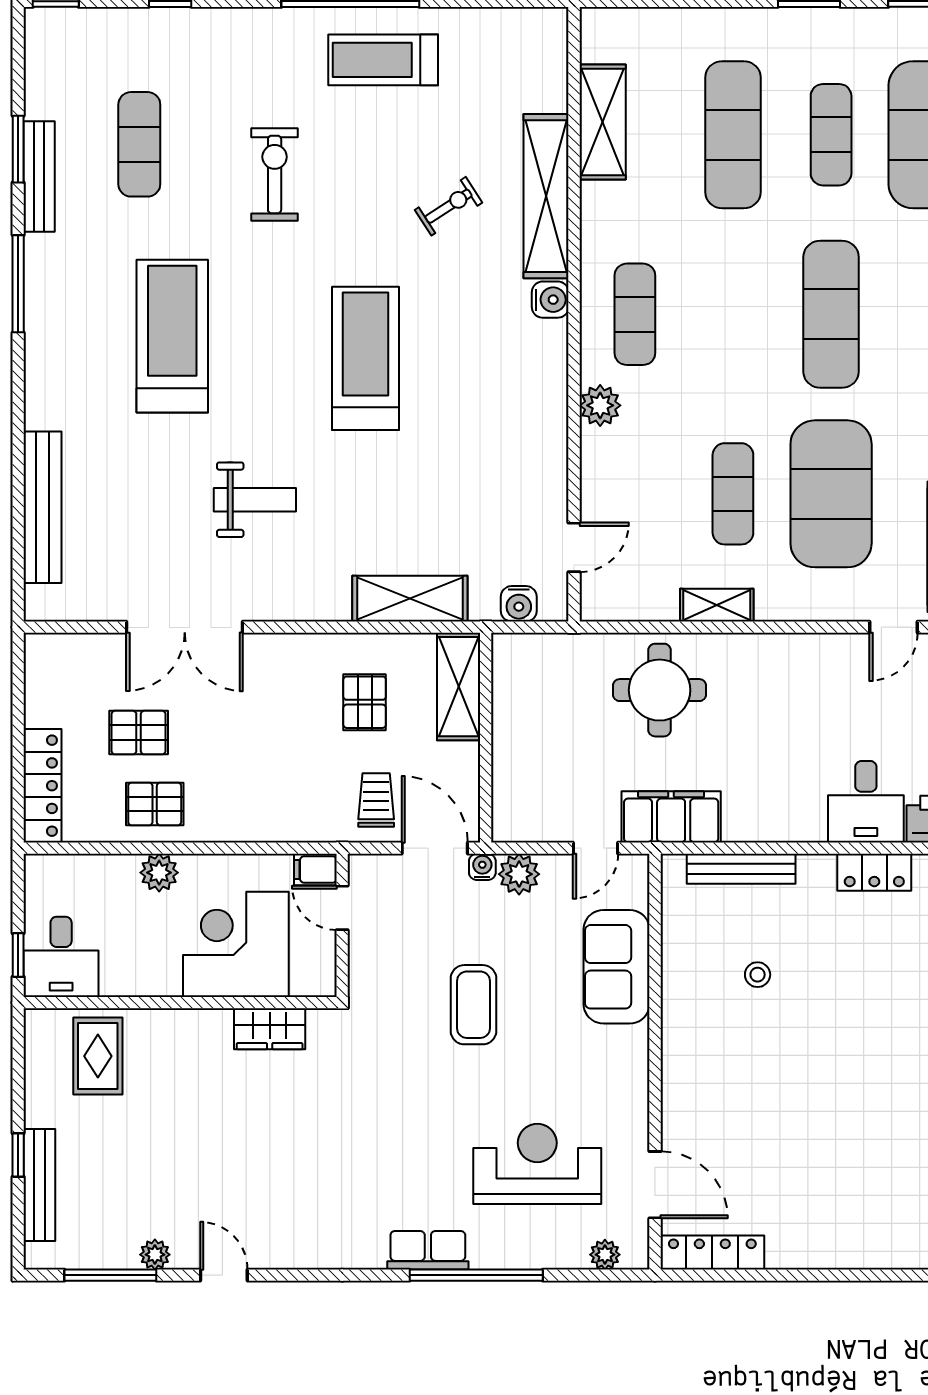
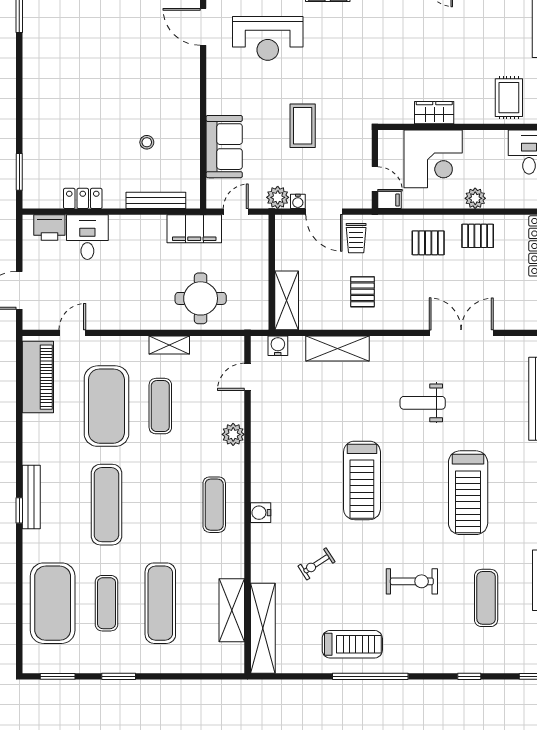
exercise bike: (275, 175) -> (412, 581), turned -90
shelving: (546, 196) -> (263, 628), moved
plant: (600, 405) -> (233, 434), moved
shelving: (459, 687) -> (287, 300), moved
pallet: (139, 733) -> (428, 243), moved
wall: (486, 738) -> (272, 272), moved
wardrobe: (270, 1029) -> (434, 113), moved

